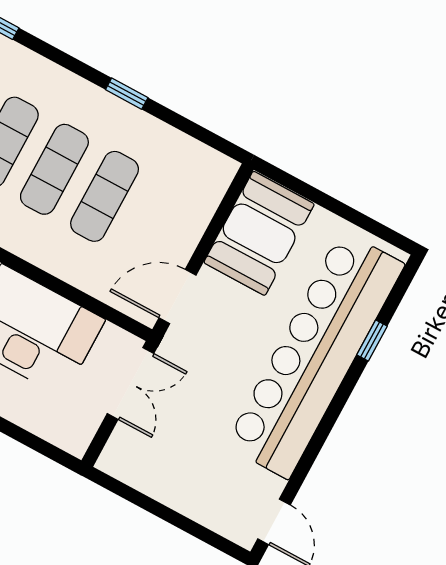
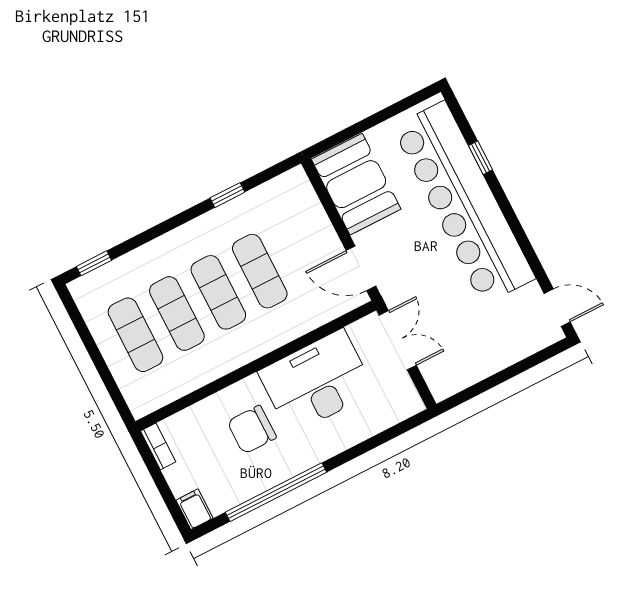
window: (127, 94) -> (227, 195), moved
door: (177, 297) -> (361, 268), hinge flipped

